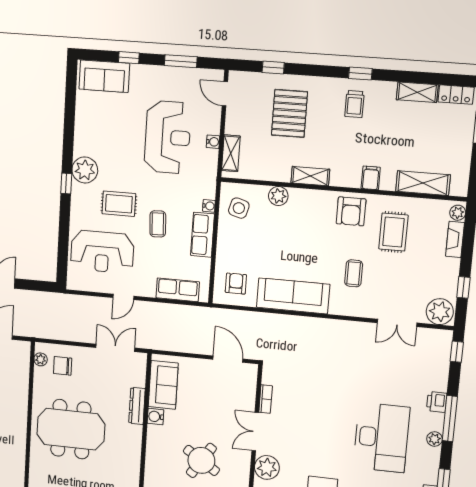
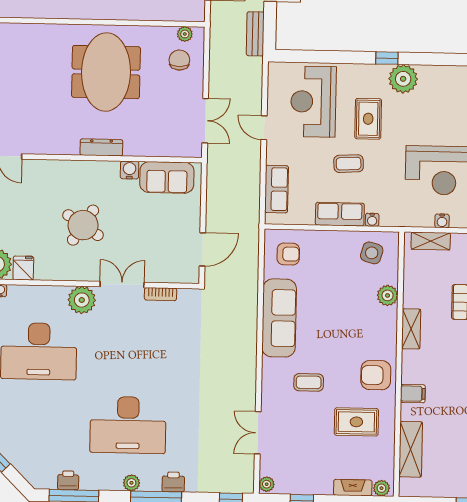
bench: (42, 299) -> (255, 34), added
plant: (440, 312) -> (267, 484), width x0.53, depth x0.53
dresser: (137, 406) -> (101, 147), moved

